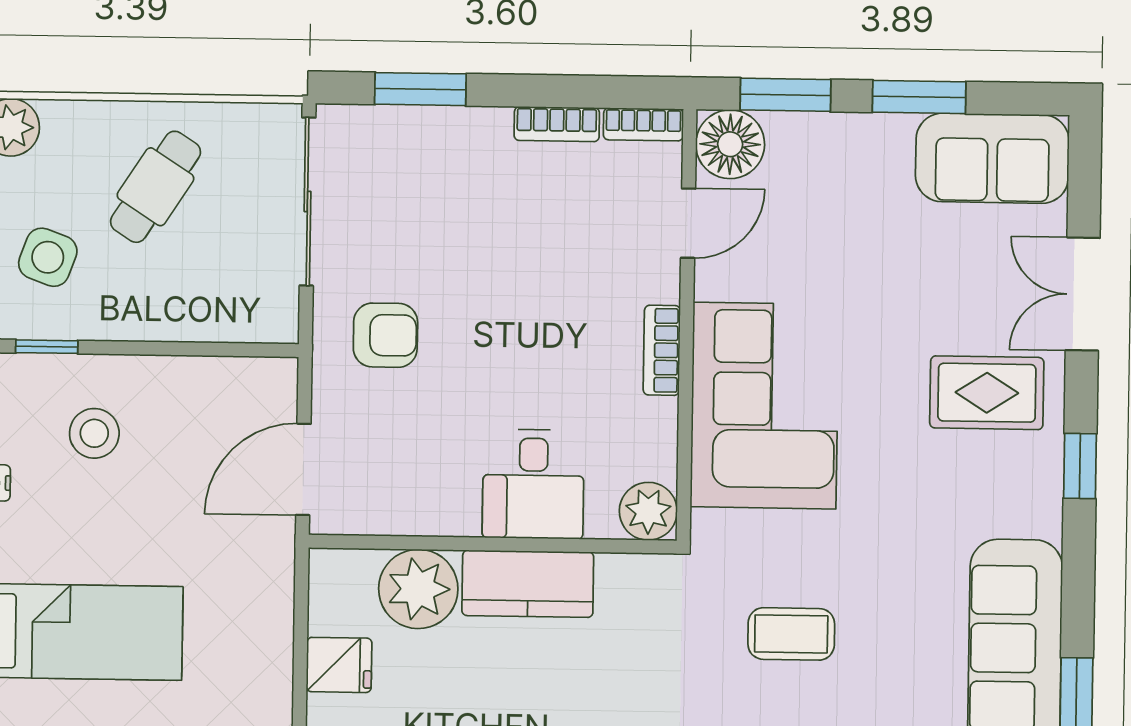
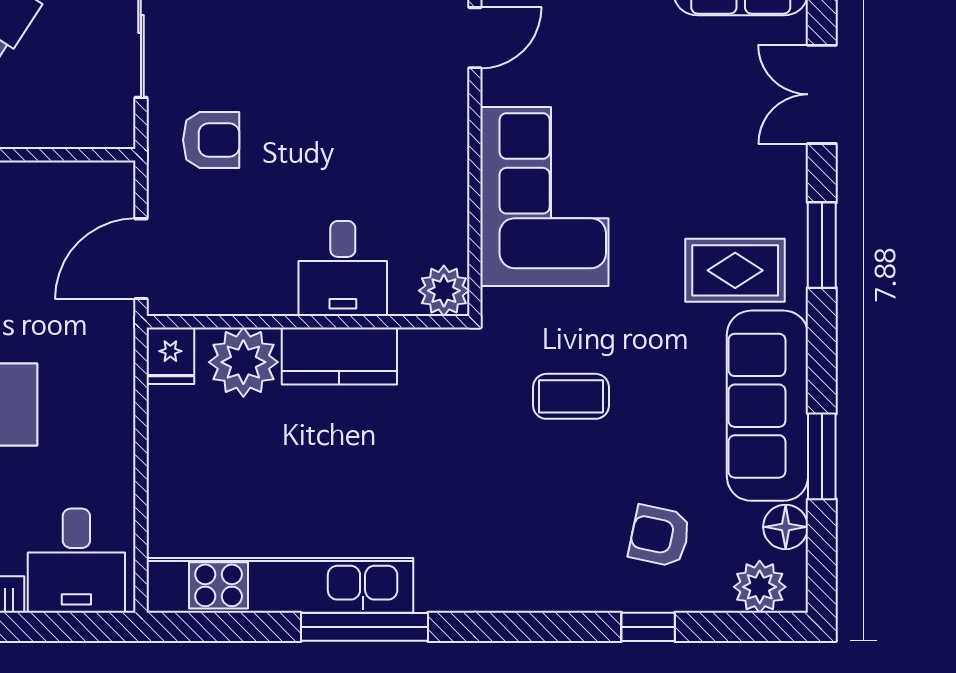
bookcase: (662, 350) -> (454, 149), removed
rug: (987, 393) -> (735, 270), moved
window: (1080, 466) -> (822, 245), width x1.50
fridge: (339, 665) -> (170, 356), moved, turned 90

